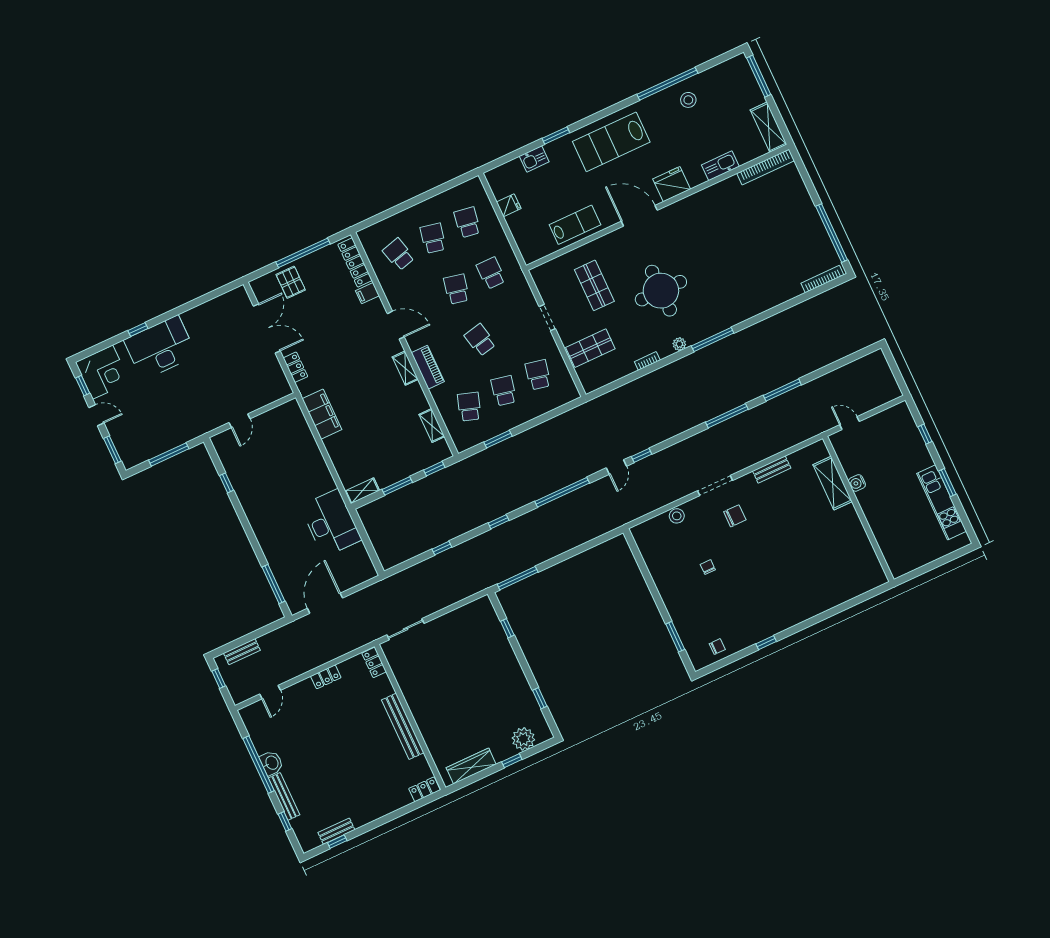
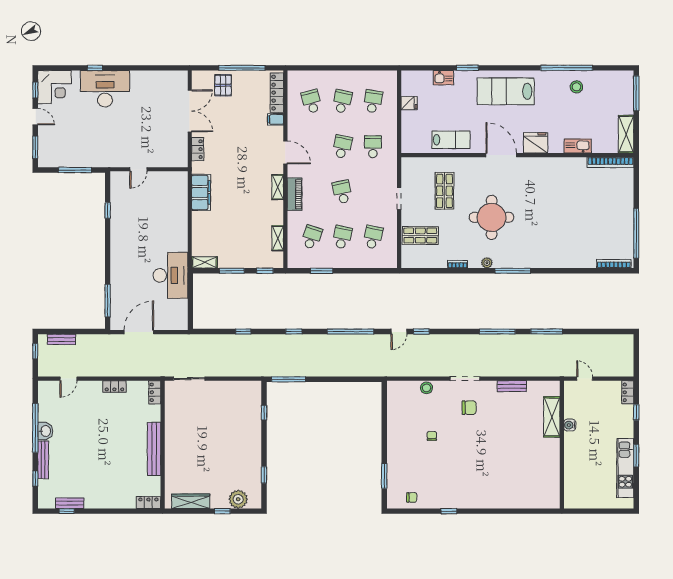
locker: (905, 416) -> (628, 392), added

